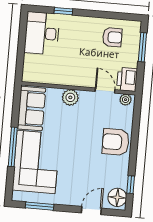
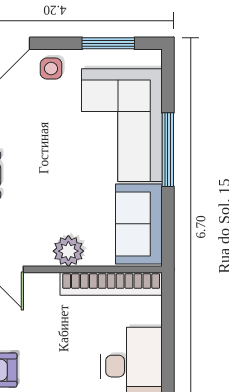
bookcase: (49, 78) -> (111, 284), added
side table: (71, 195) -> (51, 69), added

